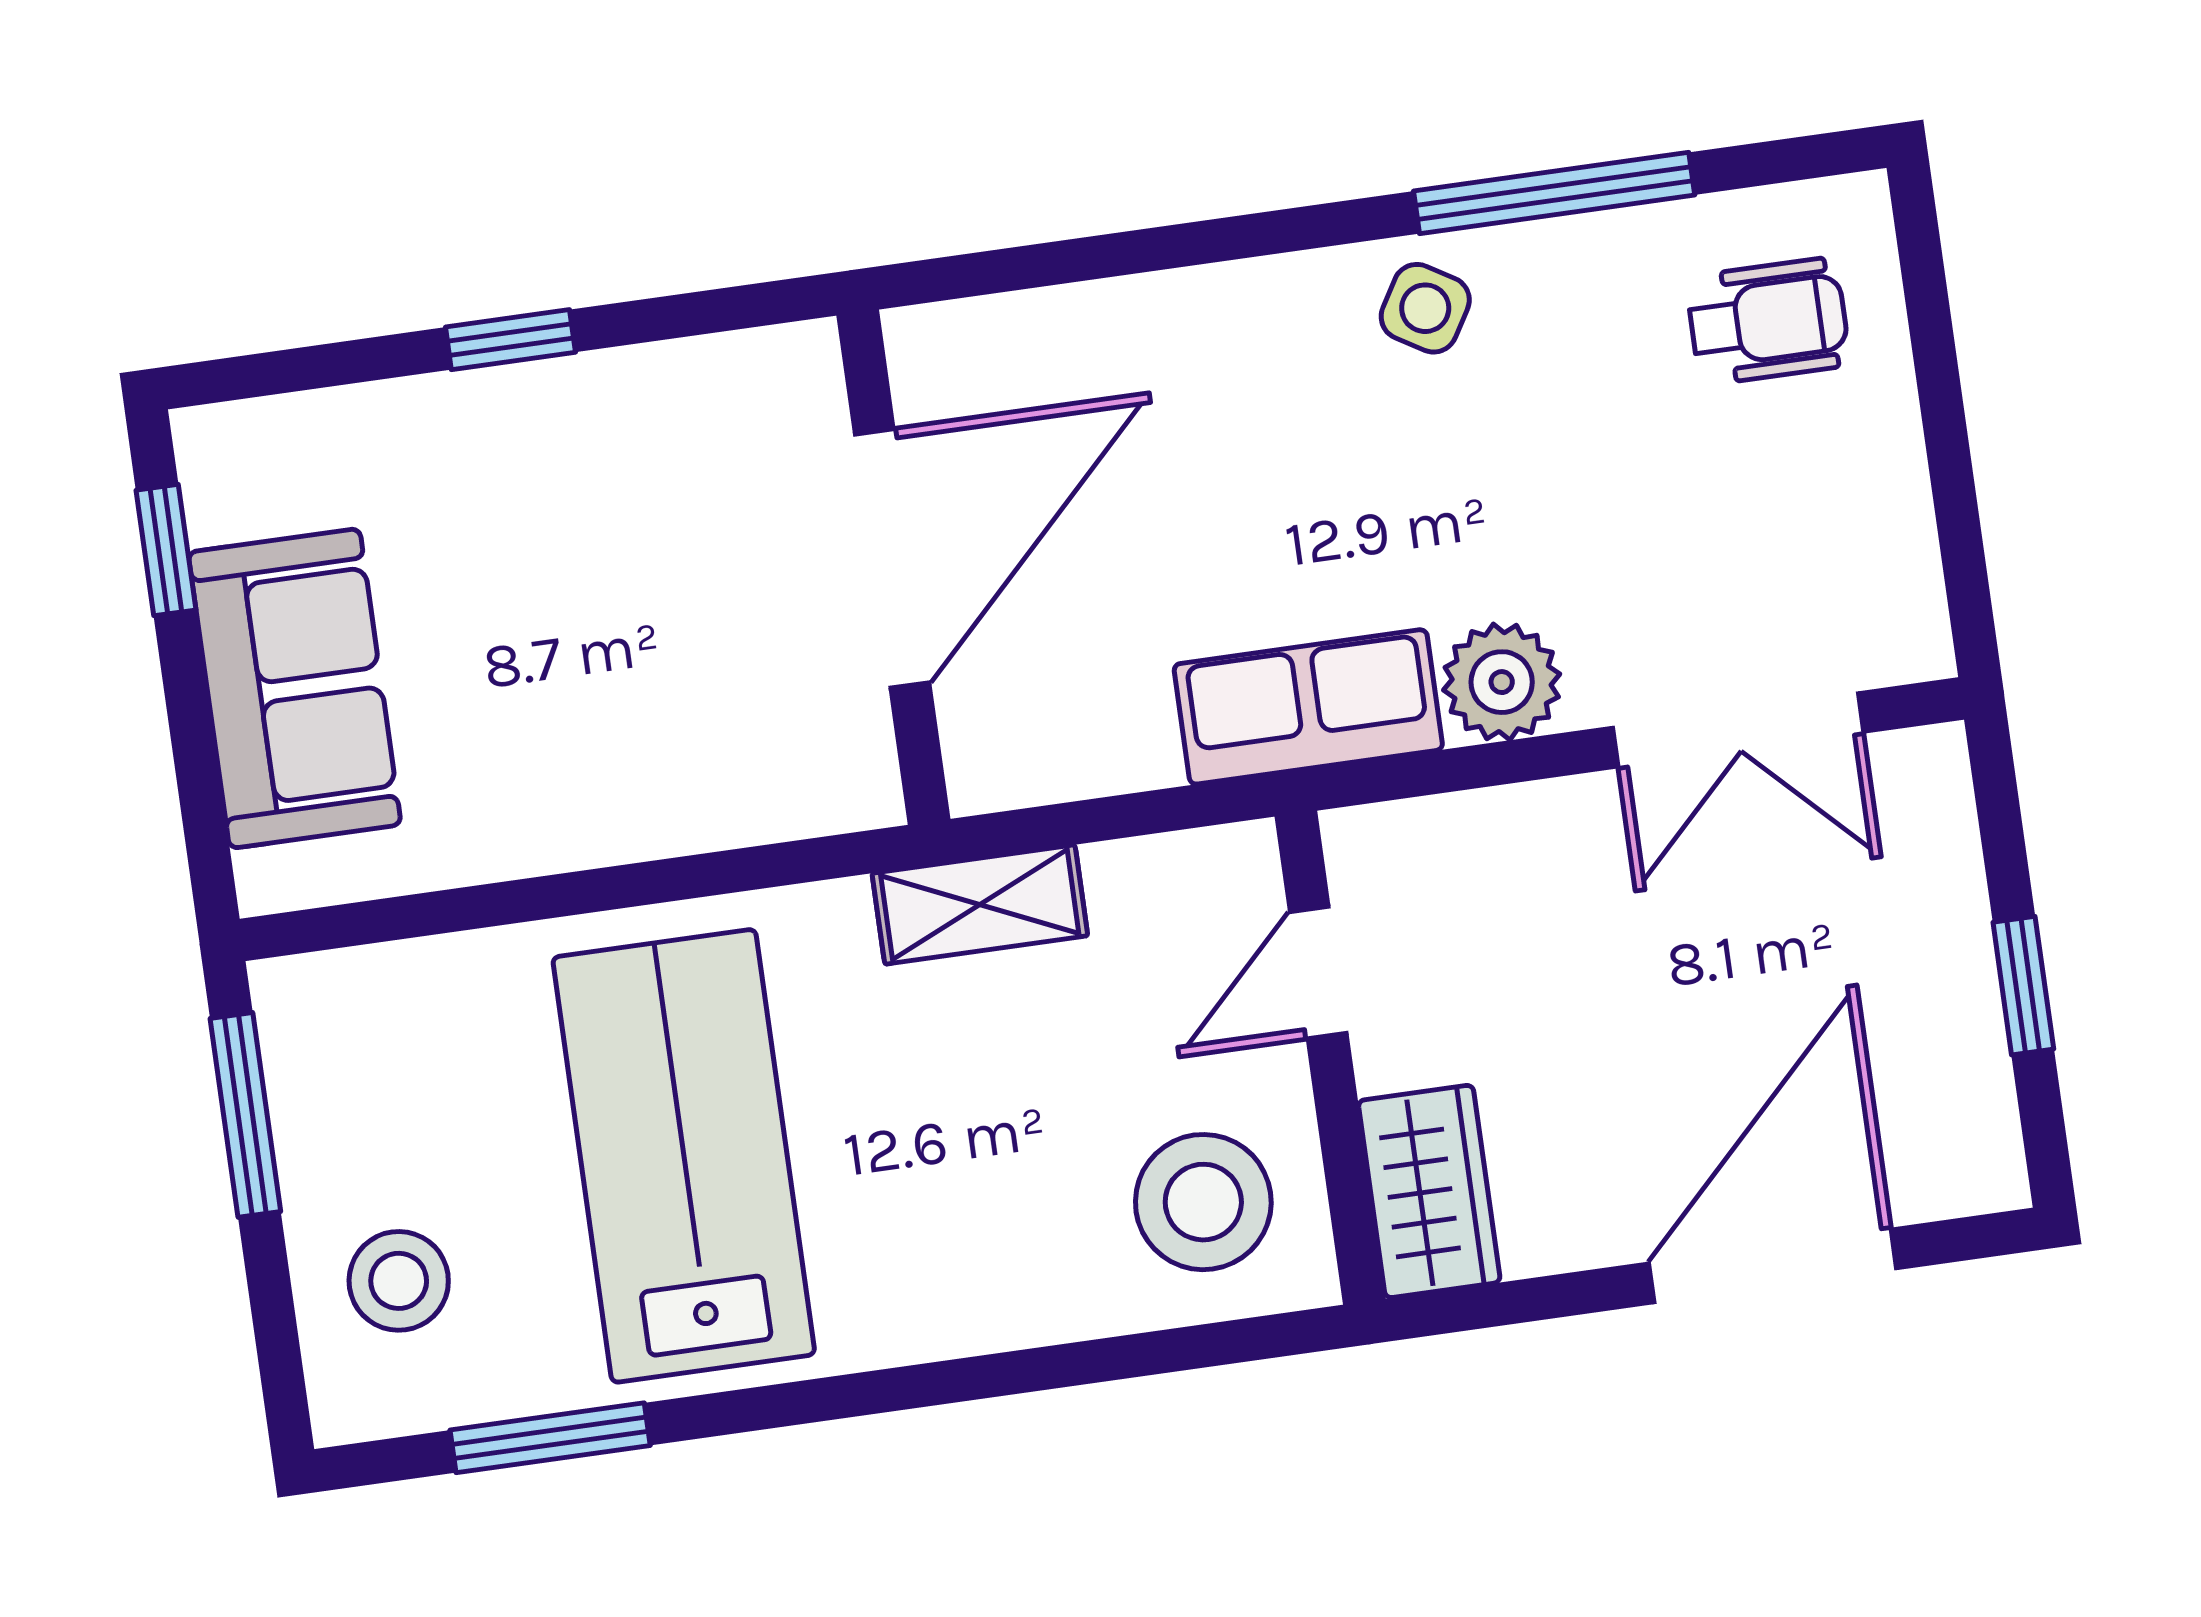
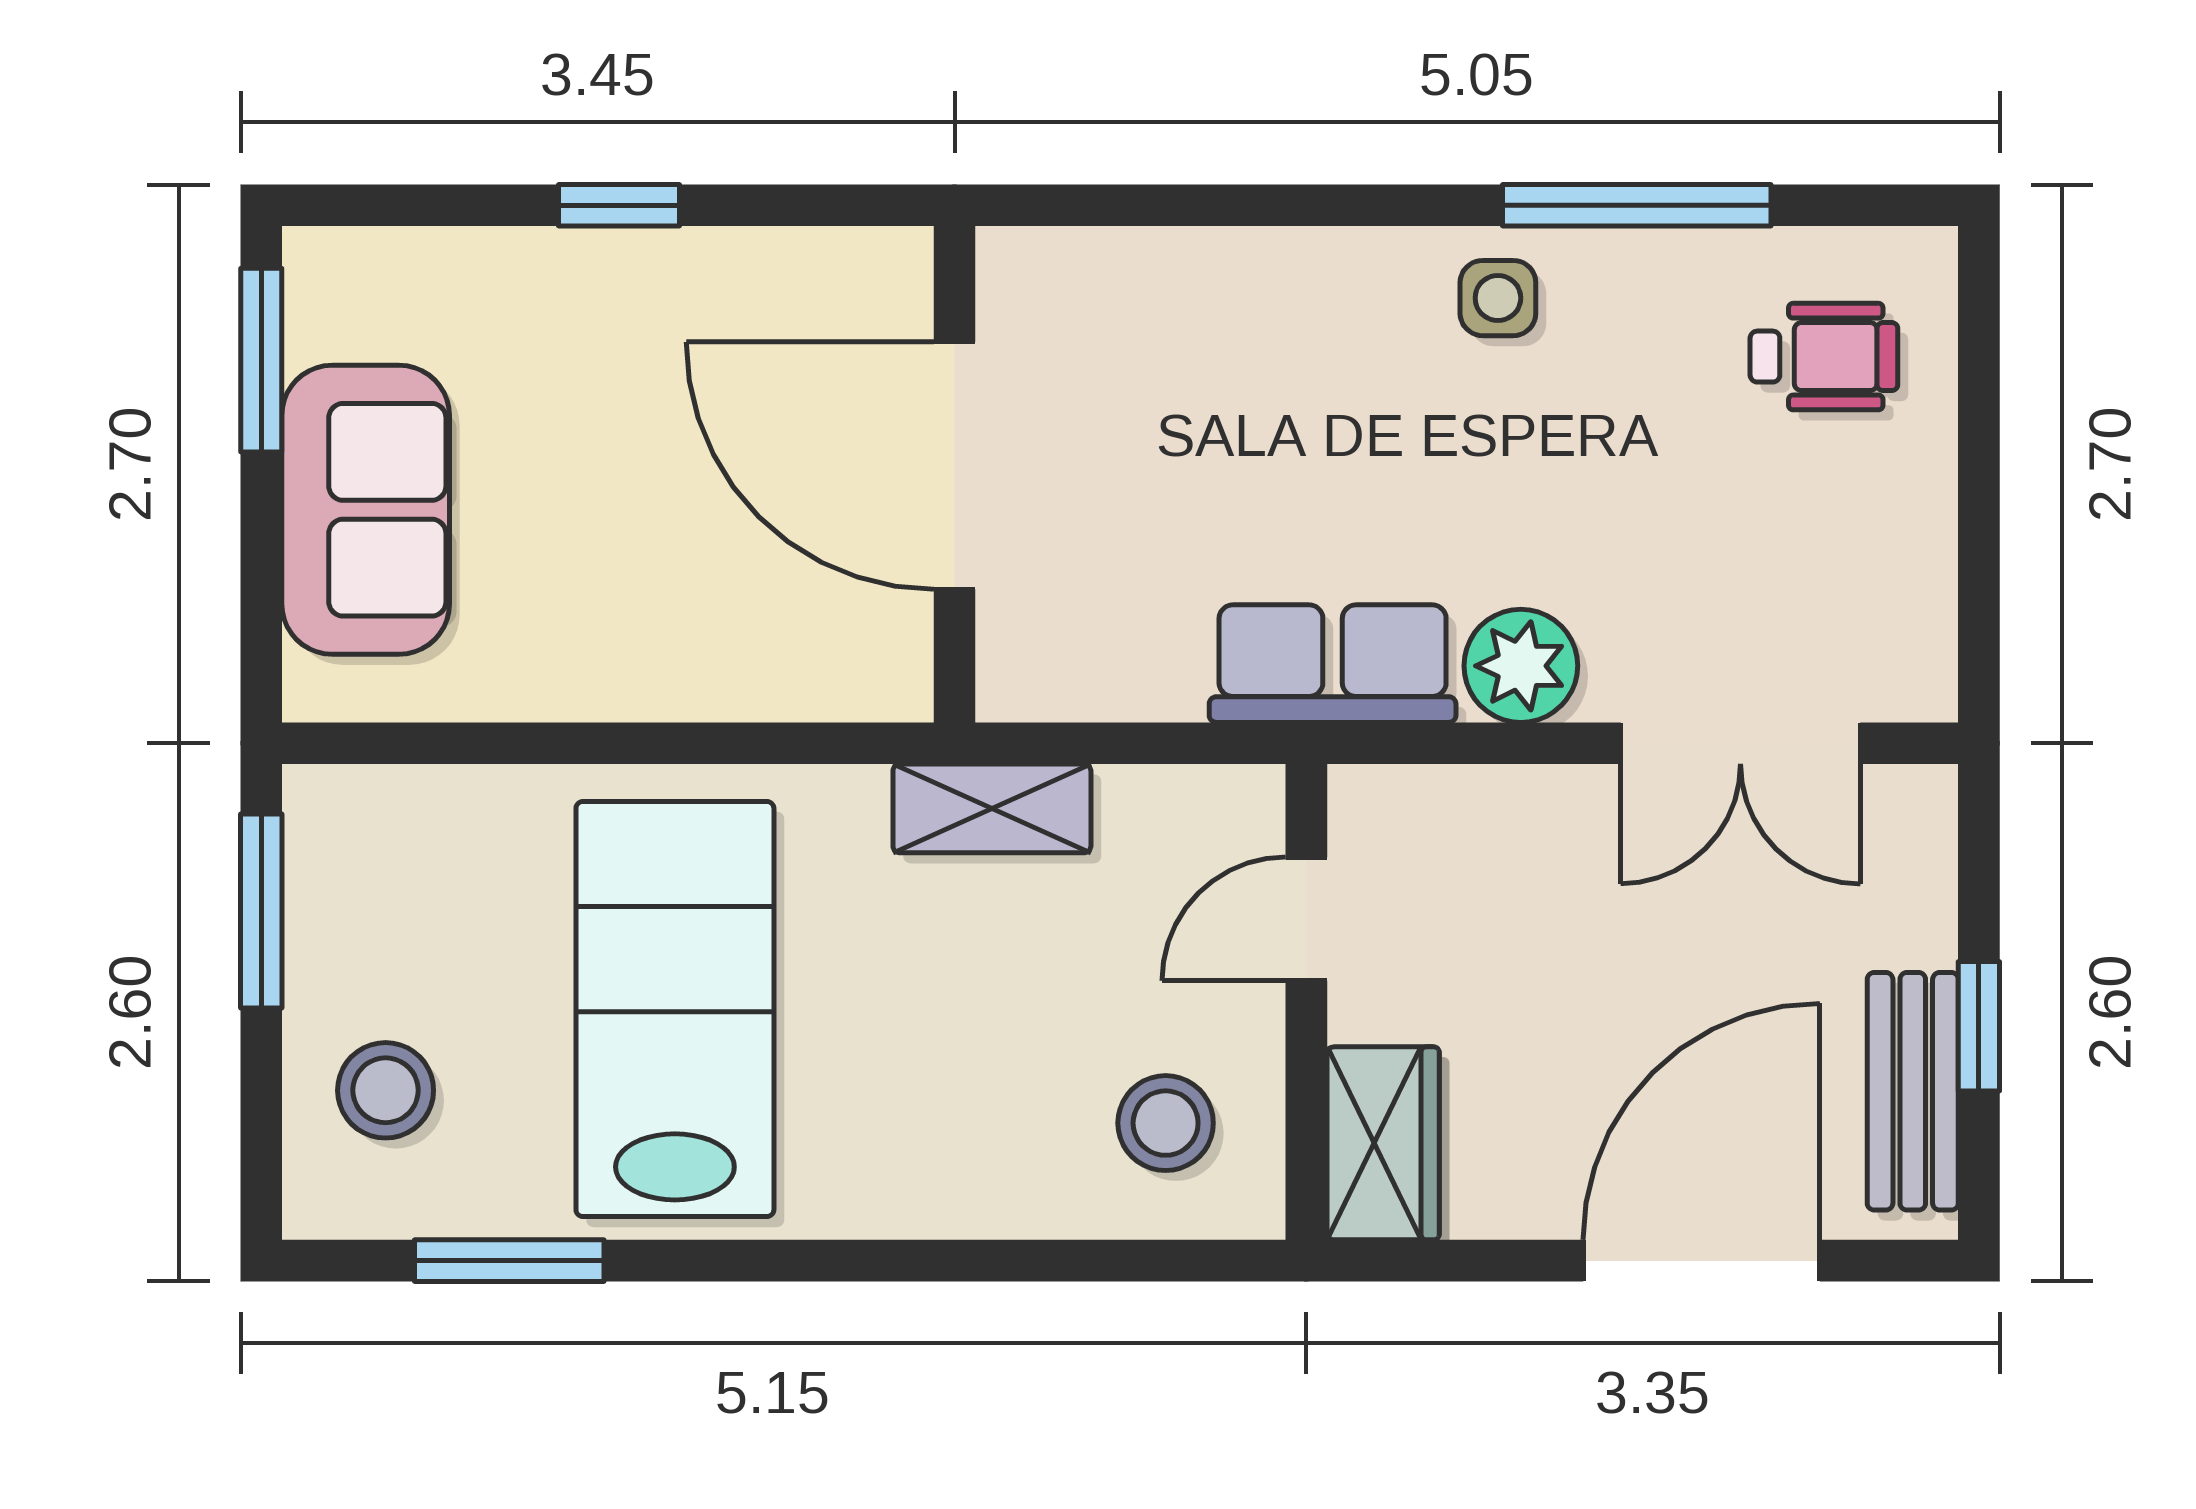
side table: (1425, 308) -> (1498, 298), turned -31
window: (166, 550) -> (261, 360), width x1.50
door: (892, 558) -> (955, 466), swing flipped
bench: (1965, 1062) -> (1913, 1091), added
stool: (1203, 1202) -> (1166, 1123), width x0.73, depth x0.73

